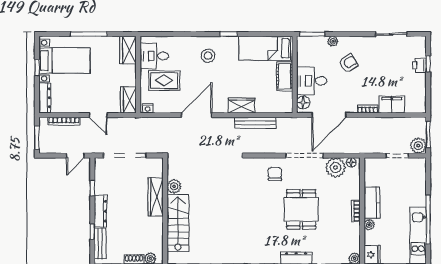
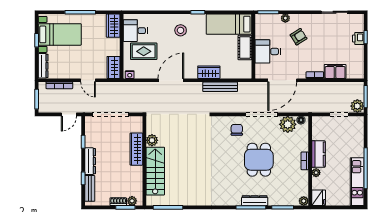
floor lamp: (303, 102) -> (261, 70), removed

